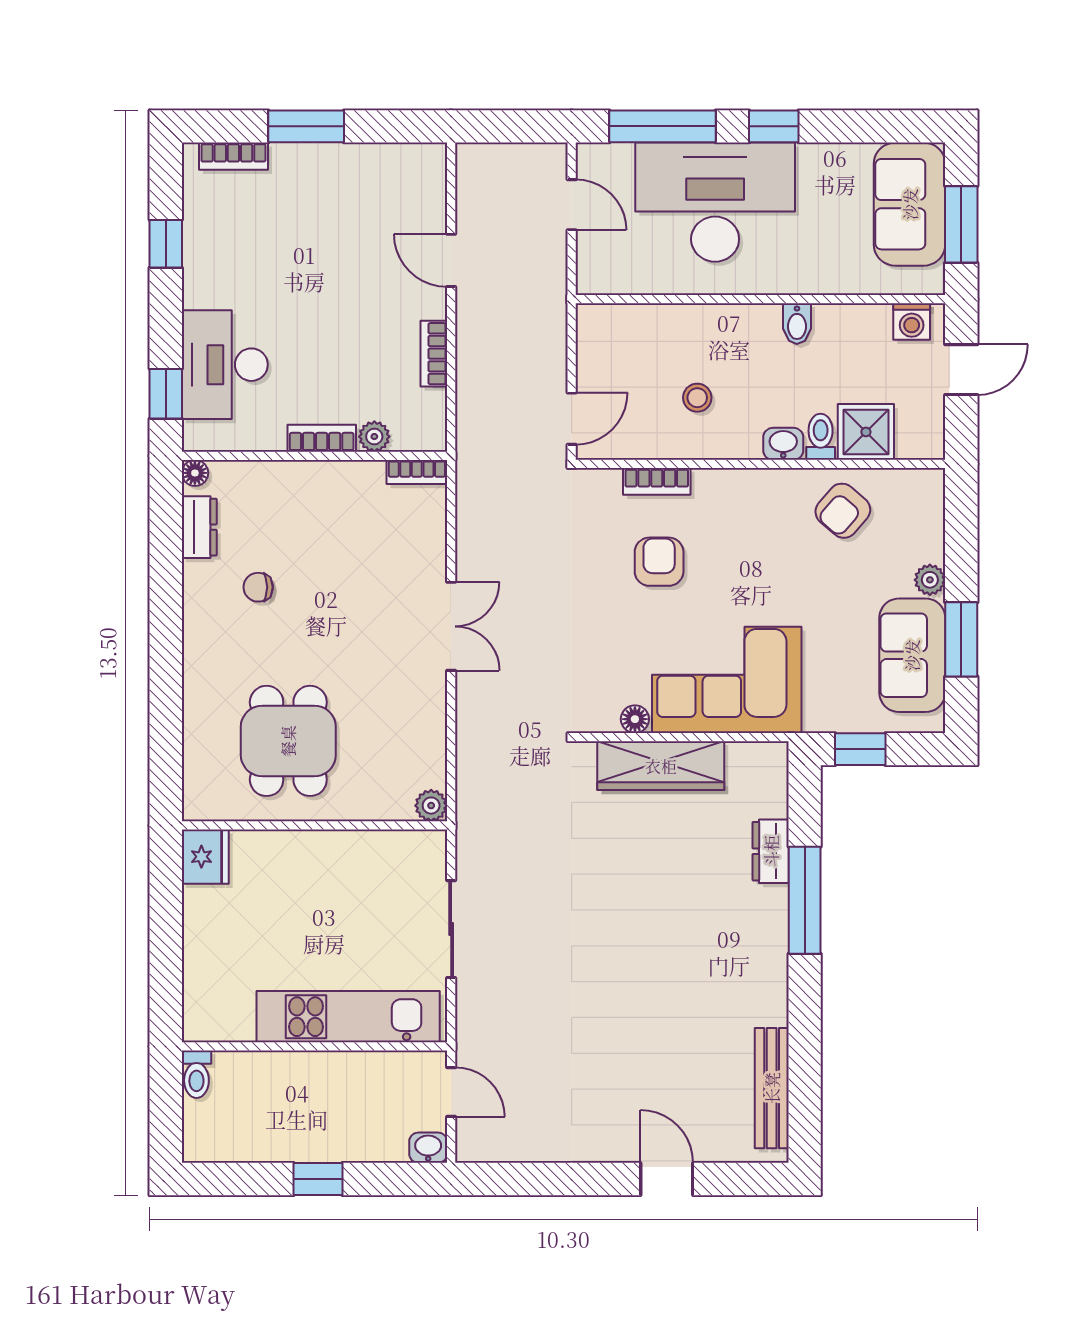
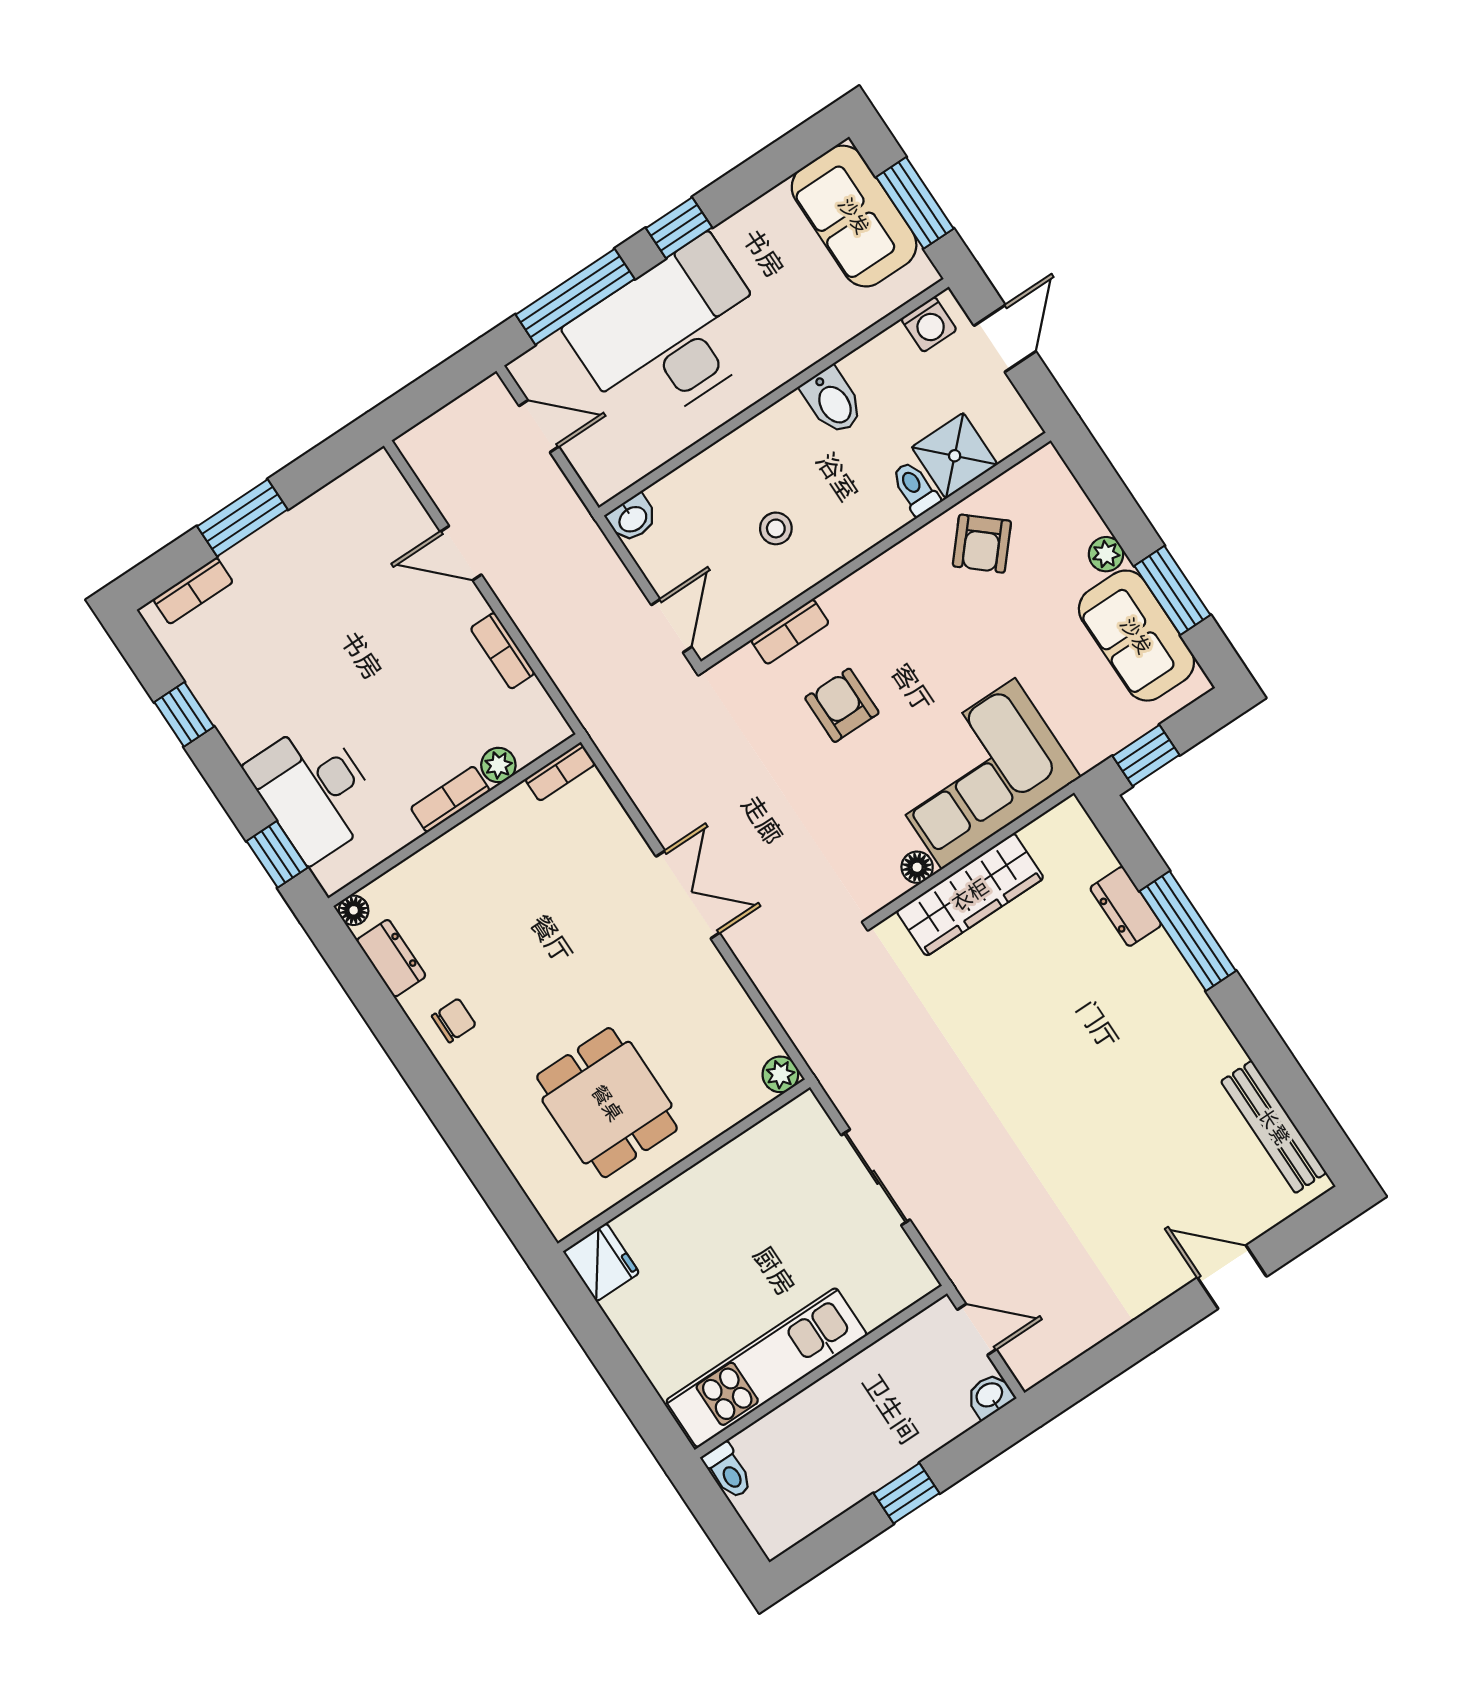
bidet: (797, 324) -> (833, 401), width x1.38, depth x1.36
washbasin: (783, 444) -> (632, 518), moved, turned 180
chair: (258, 587) -> (454, 1020), moved, turned 180
kitchen unit: (348, 1017) -> (766, 1368), moved

